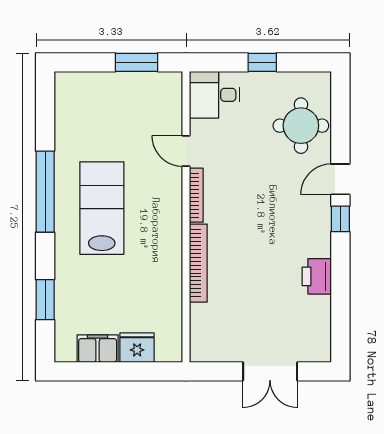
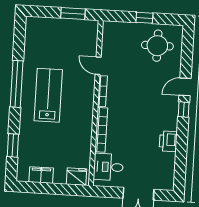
desk: (215, 95) -> (108, 167), moved
round table: (301, 126) -> (157, 46), moved
fridge: (137, 348) -> (77, 177), moved

